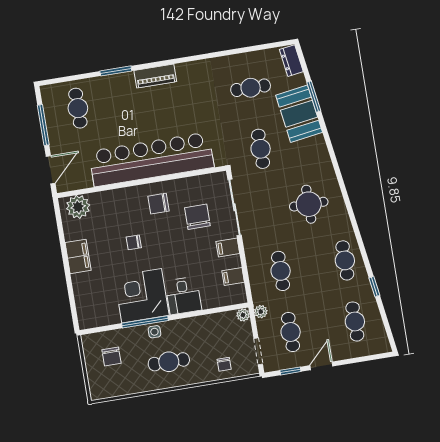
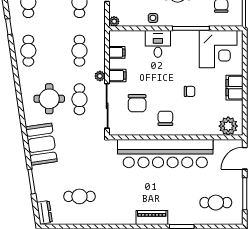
cafe table: (78, 108) -> (216, 203), turned 90
booth: (299, 114) -> (41, 144), moved
cafe table: (261, 149) -> (79, 99), moved
chair: (159, 204) -> (165, 118), turned -90
corner desk: (142, 296) -> (218, 49), moved
plant: (261, 312) -> (100, 76), moved
side table: (154, 332) -> (153, 18), moved

